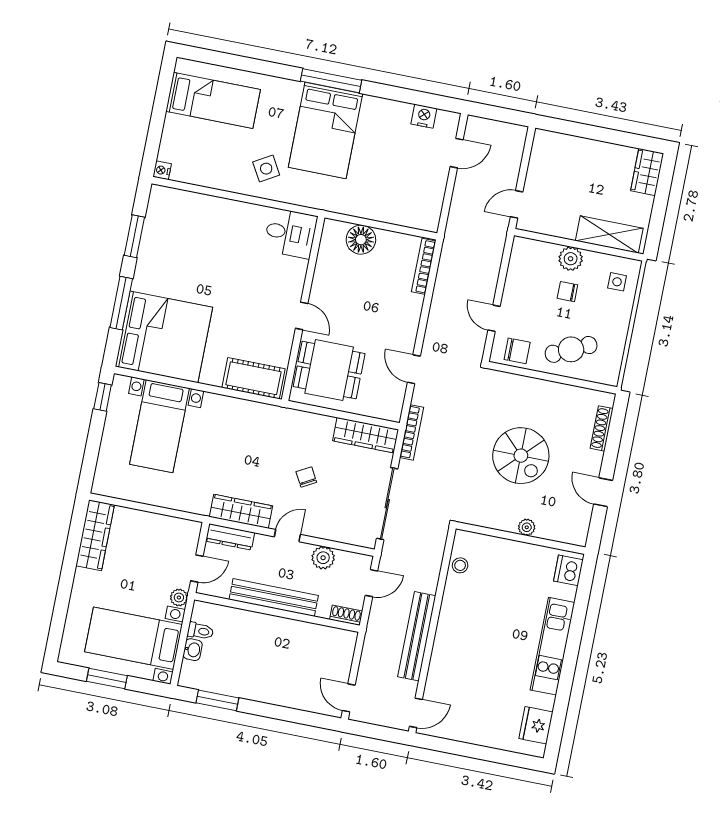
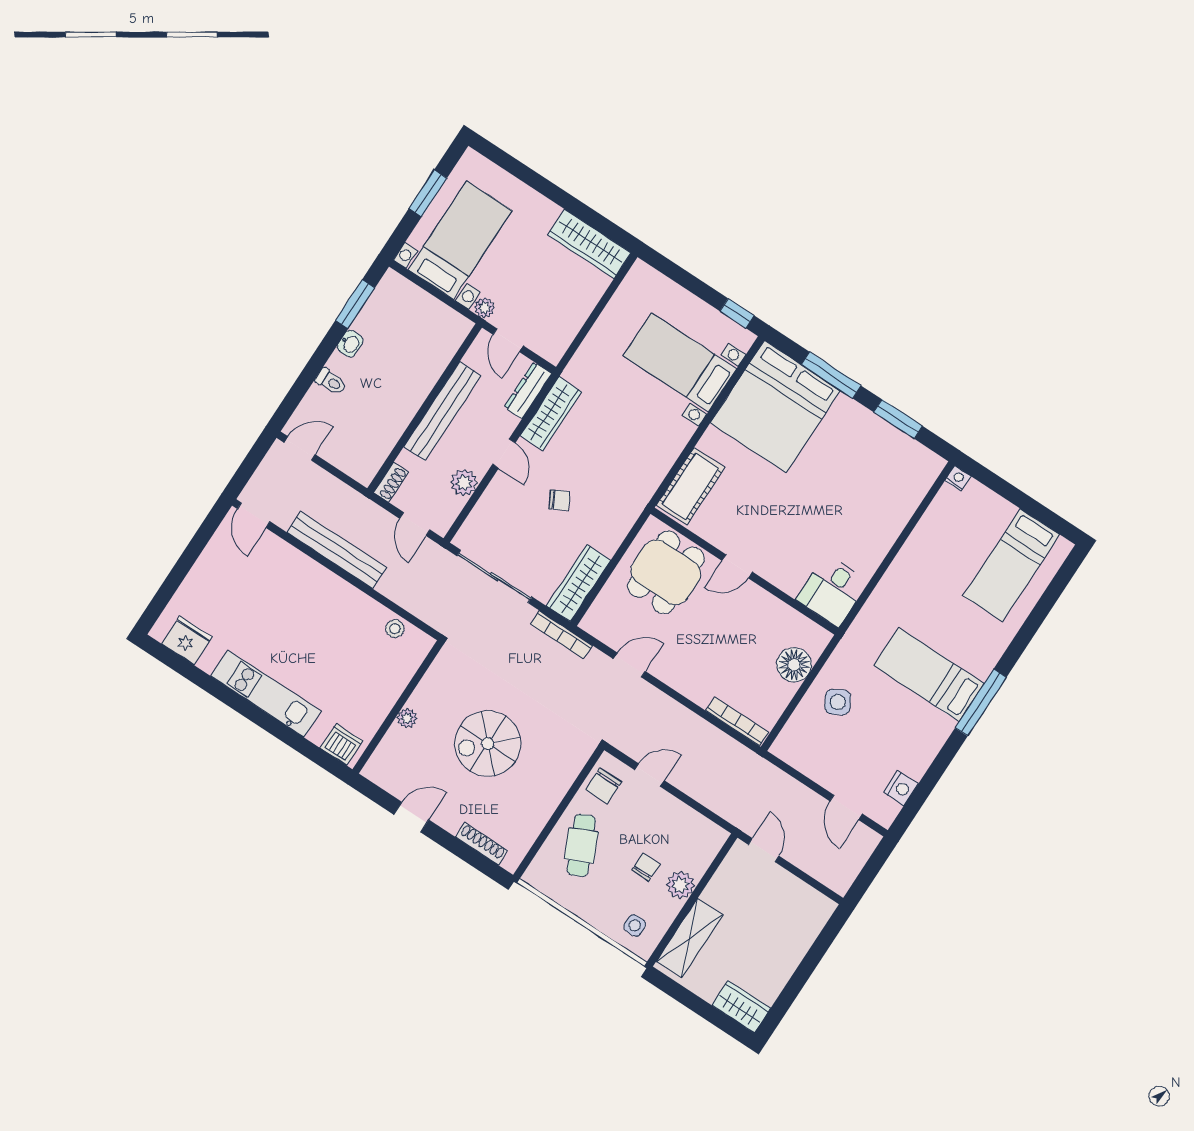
bed: (326, 130) -> (929, 674), width x0.67
side table: (266, 169) -> (838, 702), moved
toilet: (200, 631) -> (331, 382), moved, turned -90
washbasin: (193, 650) -> (350, 344), moved, turned -90

